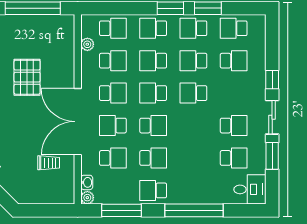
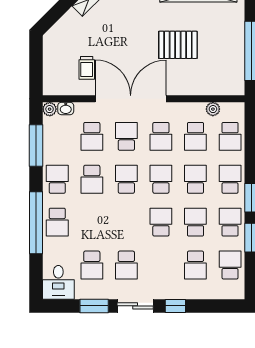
school desk: (153, 126) -> (126, 179), turned 180
school desk: (193, 190) -> (57, 222), added

